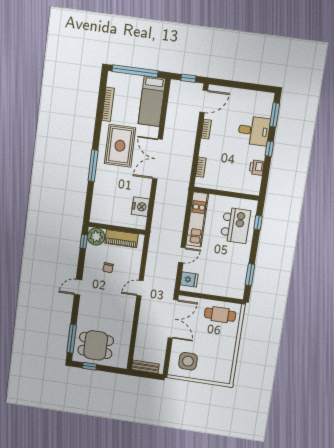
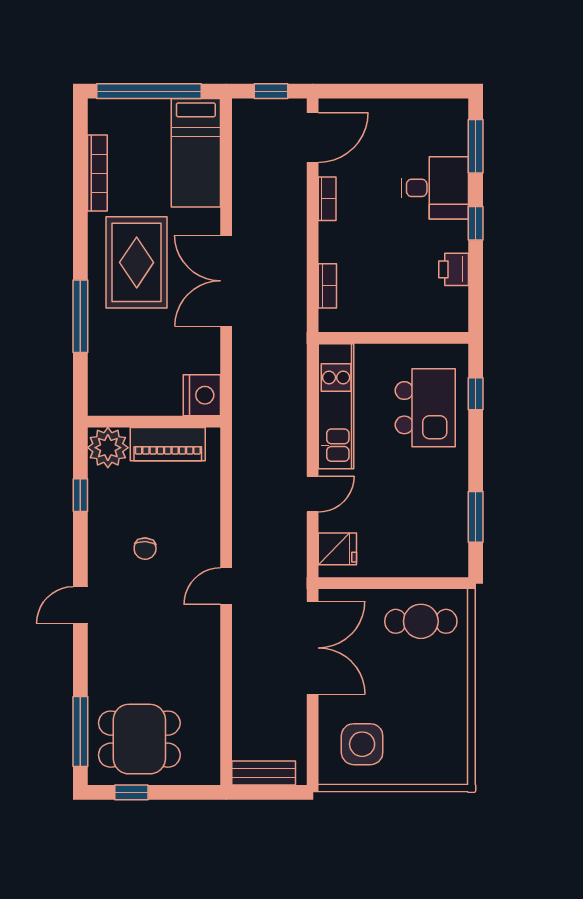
wall: (117, 228) -> (154, 422), moved
plant: (96, 237) -> (108, 448), moved
piano: (122, 239) -> (168, 444), moved

